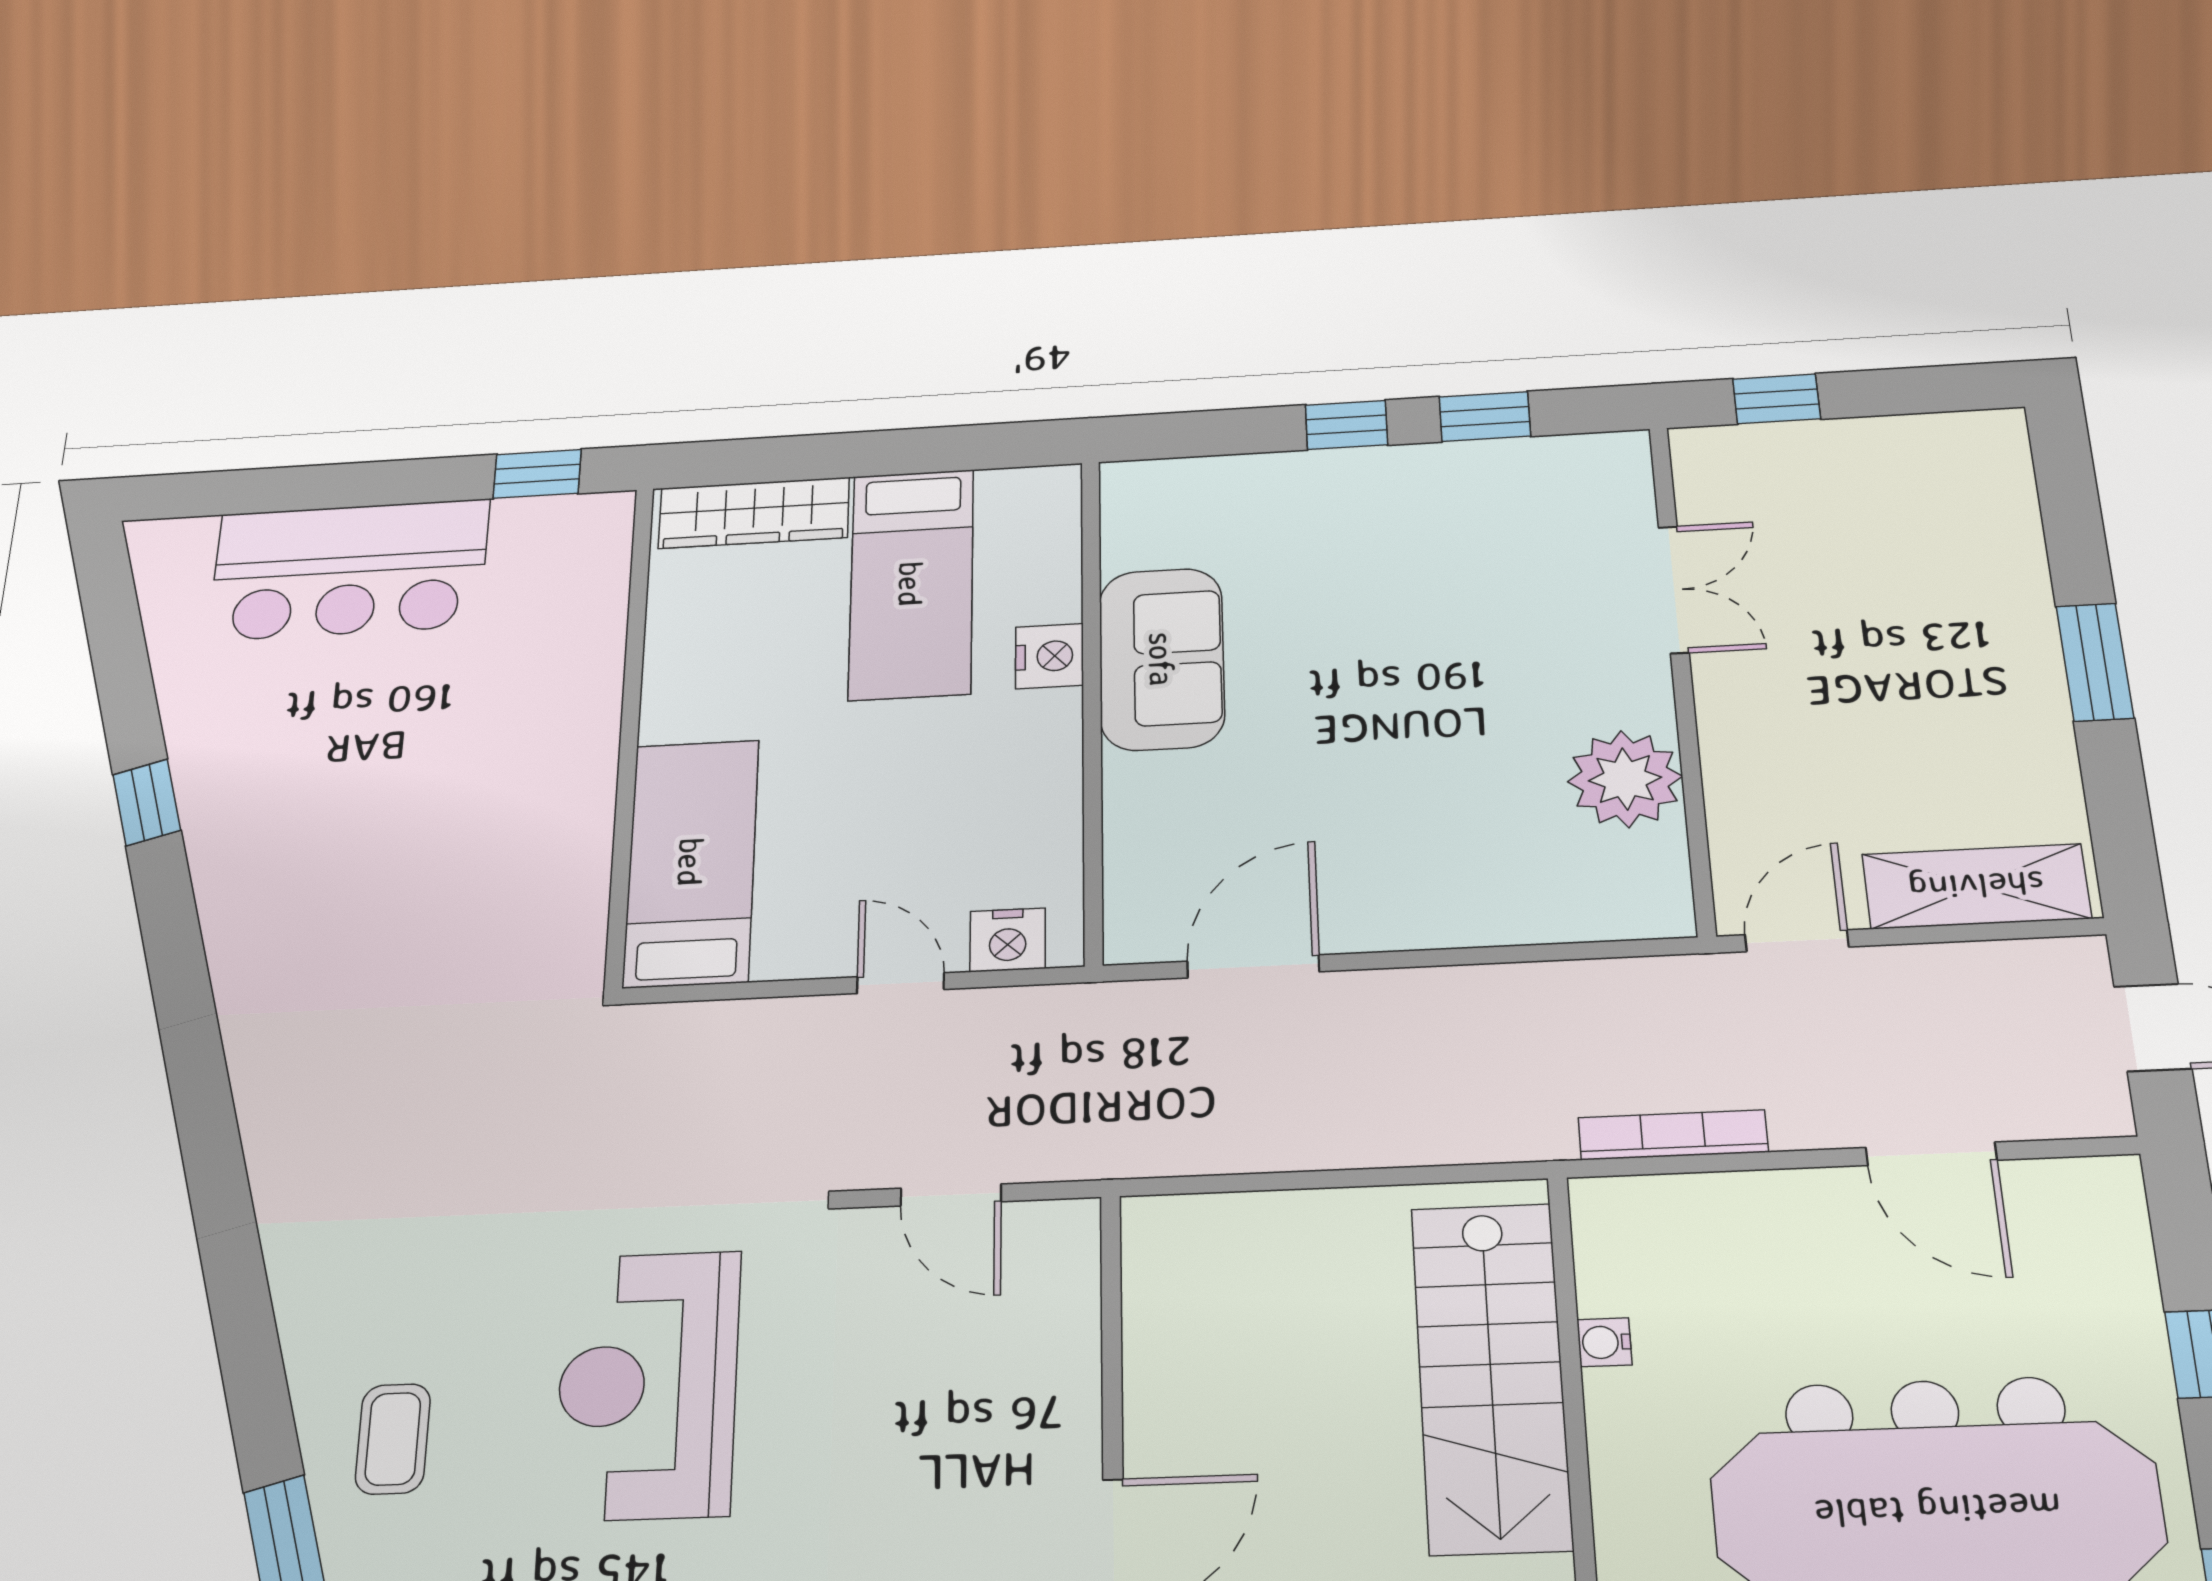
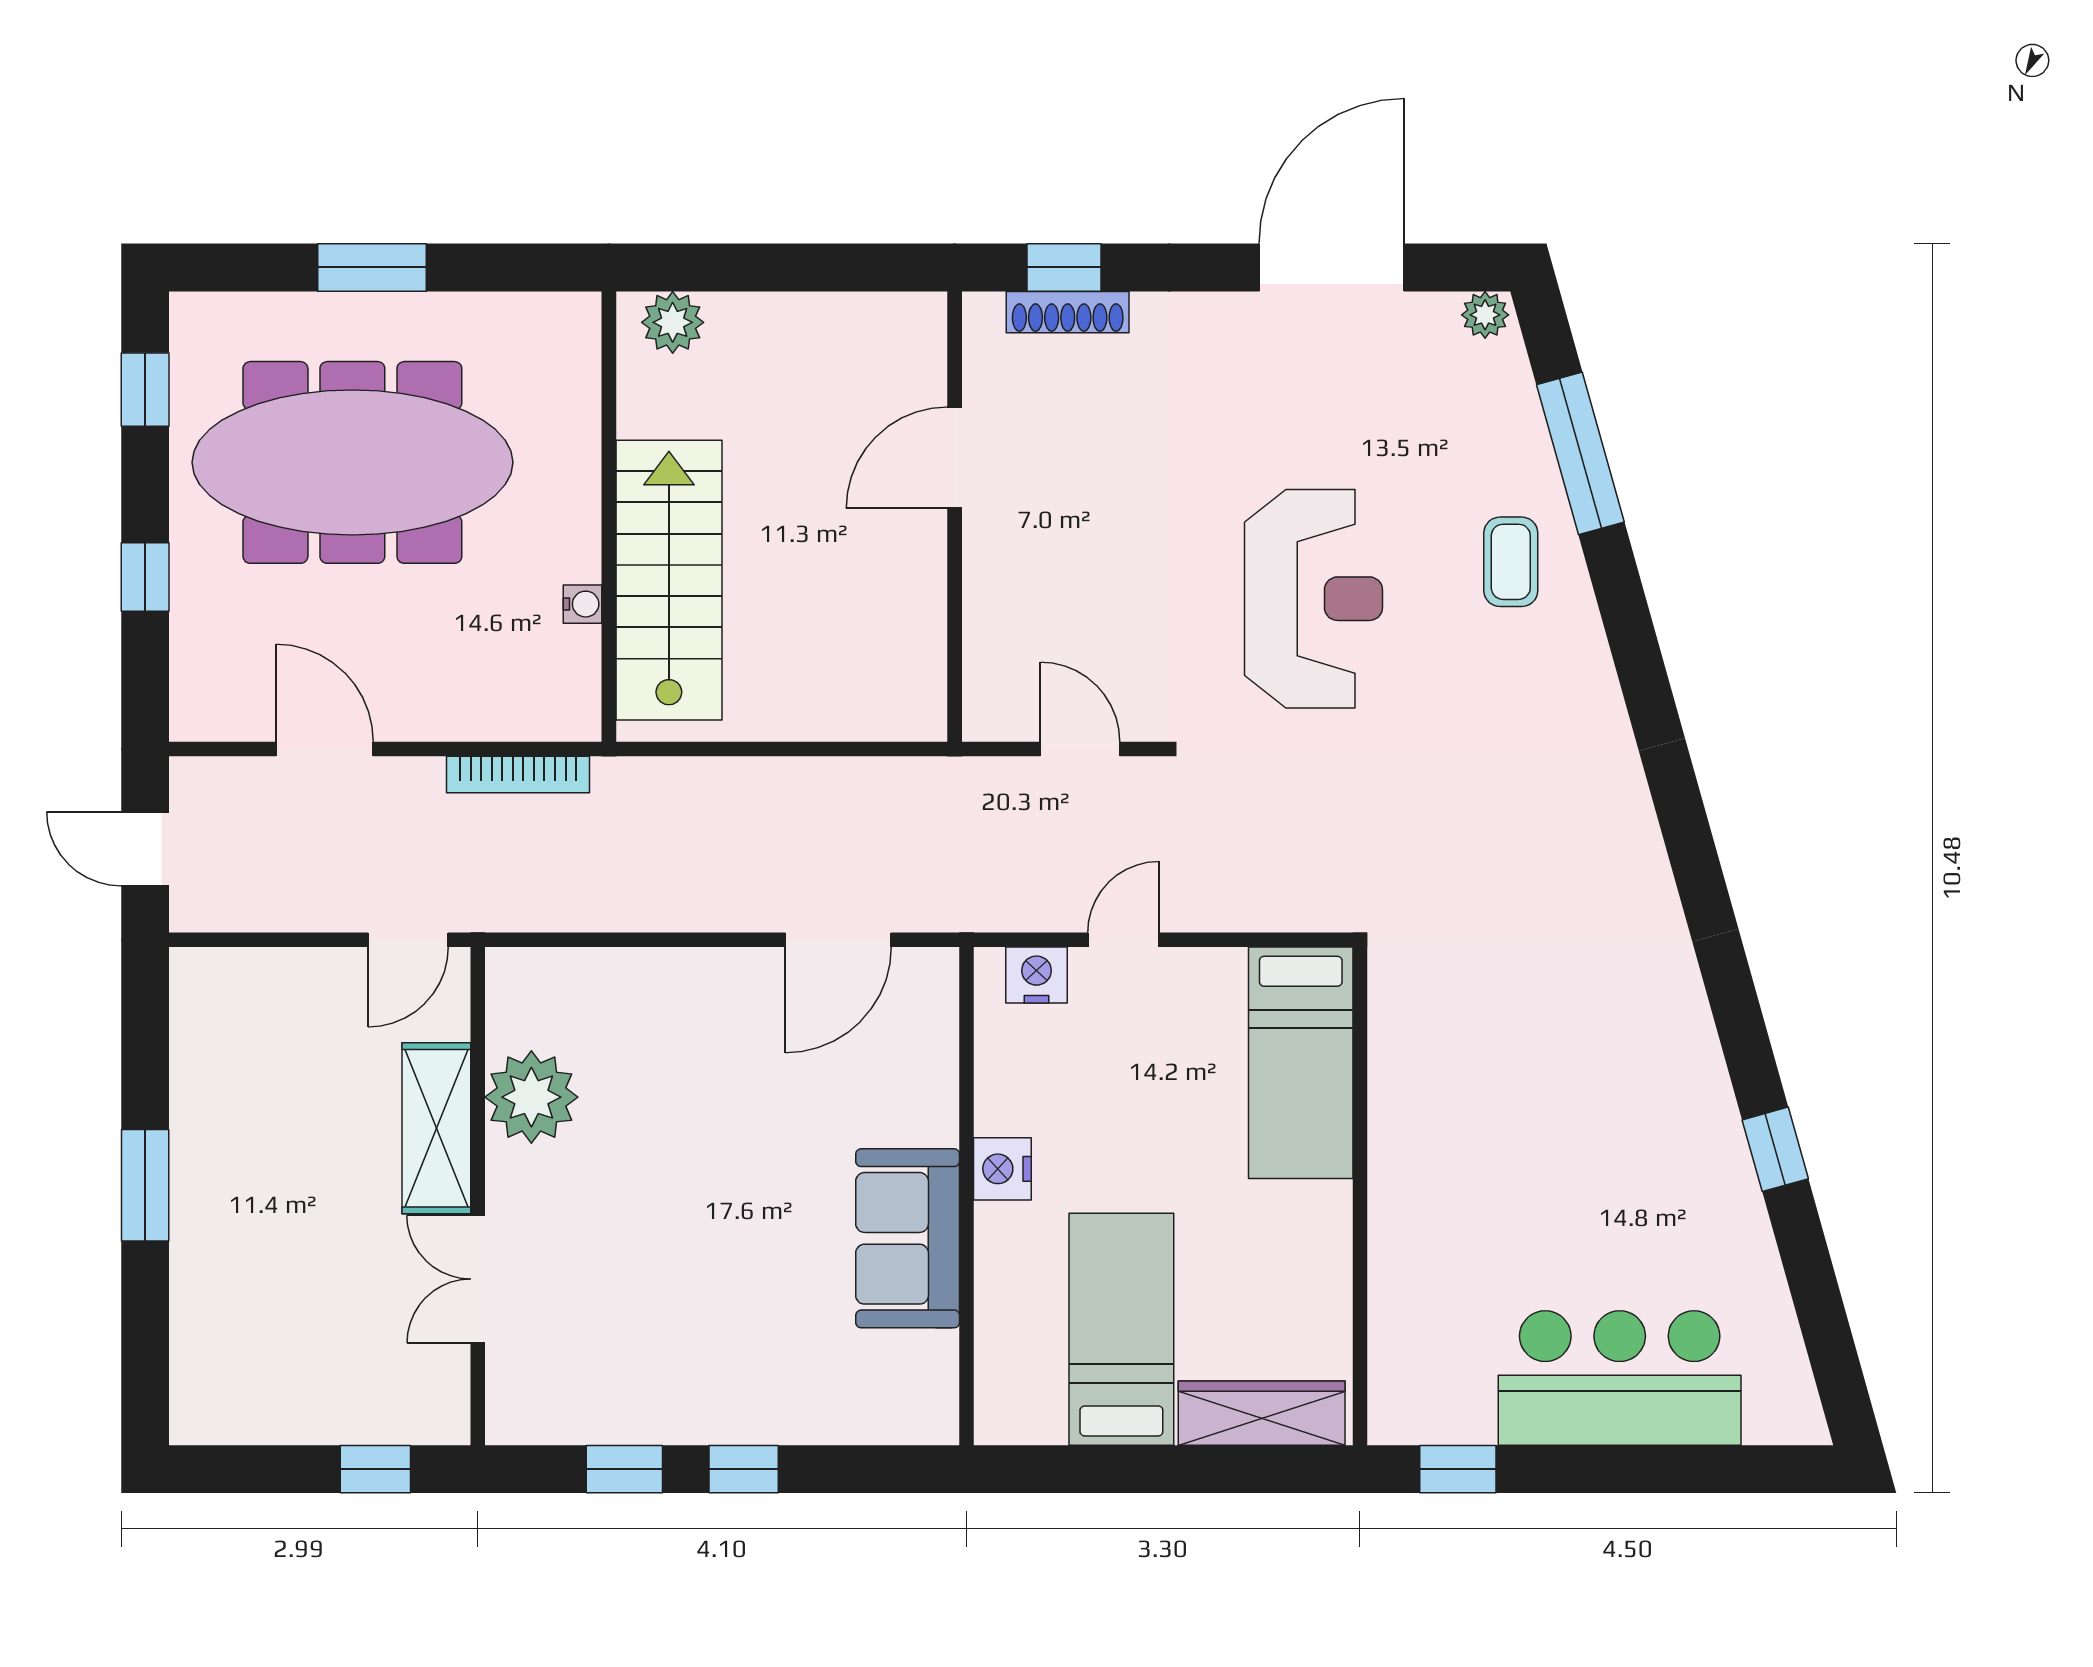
nightstand: (1049, 656) -> (1002, 1169), moved
shelving: (1976, 886) -> (436, 1128), moved, turned 90
door: (901, 983) -> (1123, 940), swing flipped

